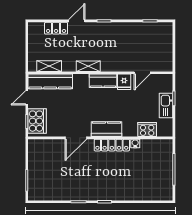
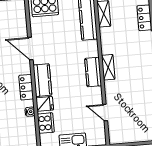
shelving: (88, 66) -> (108, 67), moved
fridge: (124, 82) -> (45, 104), moved, turned 180
locker: (112, 145) -> (26, 87), width x0.66

